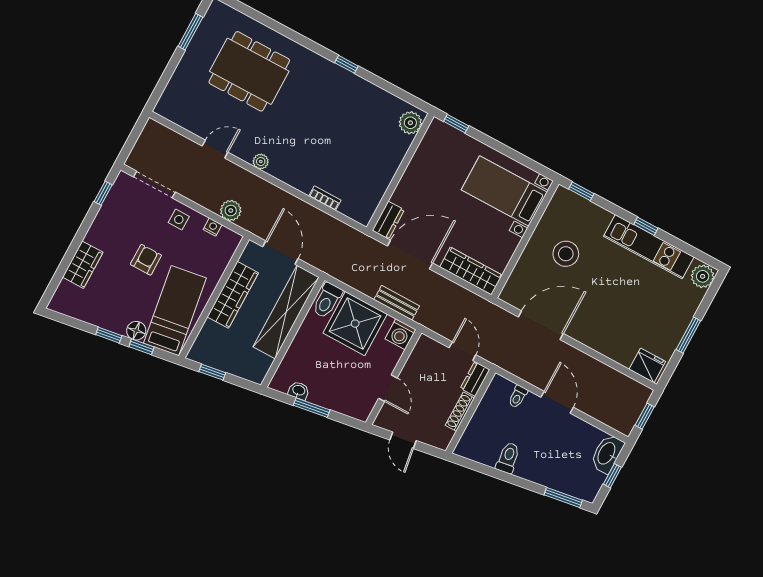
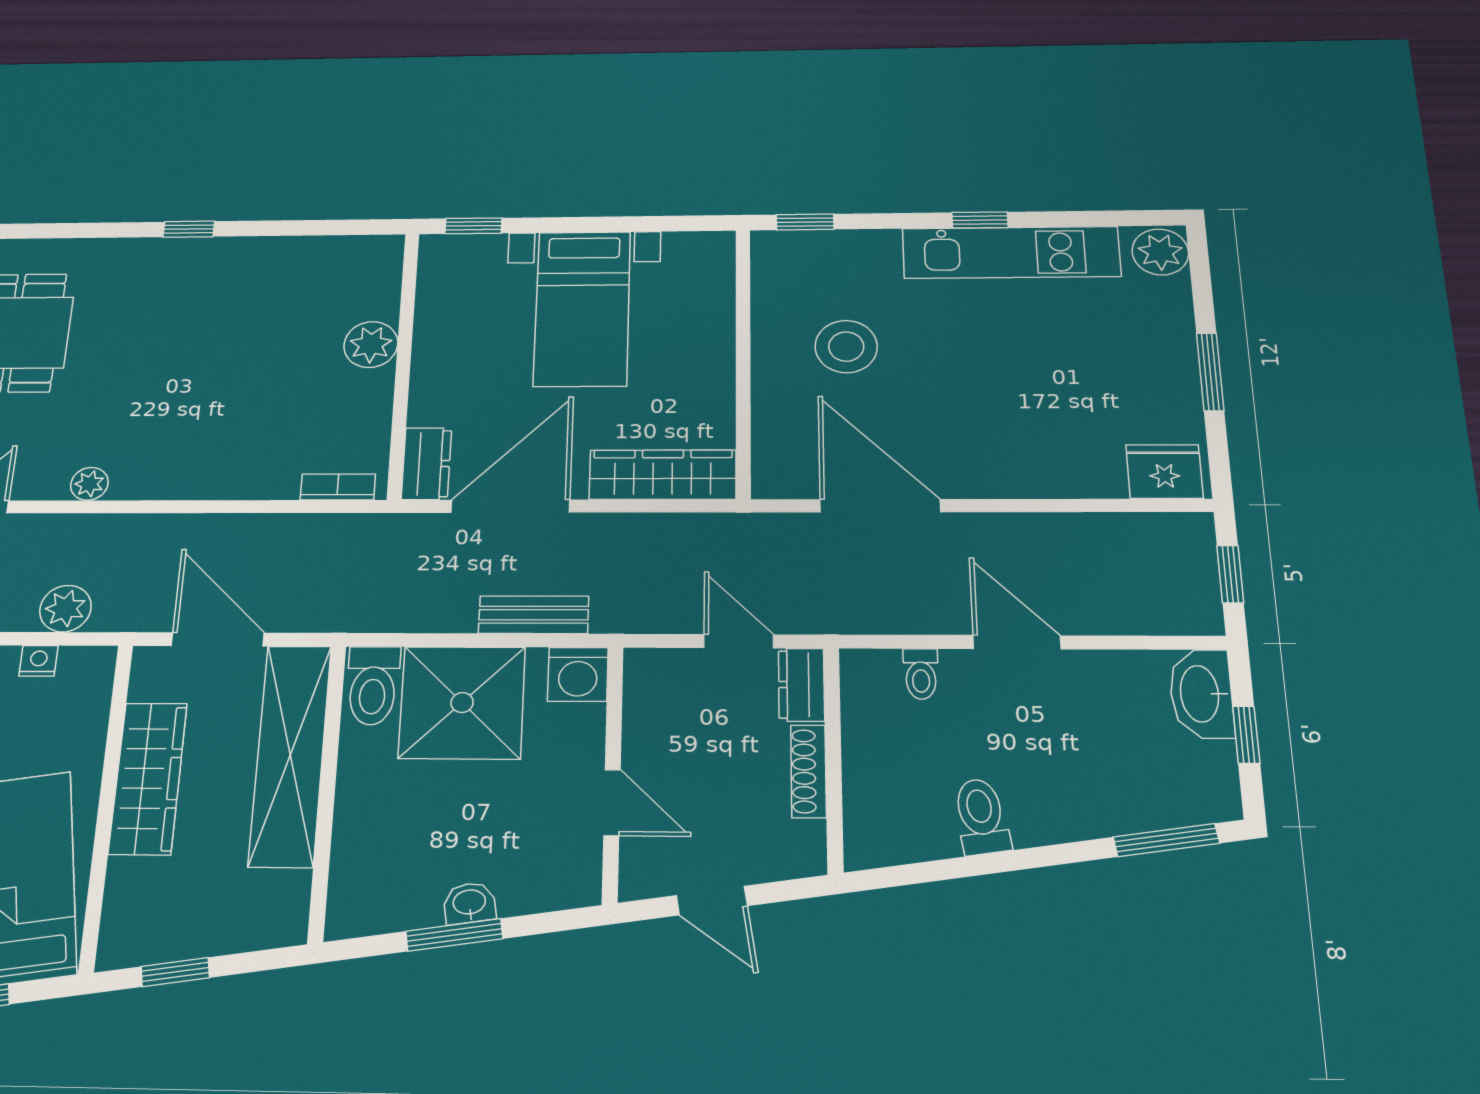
plant: (410, 123) -> (371, 345), moved
bed with nightstands: (504, 191) -> (582, 308), moved, turned -90
bookcase: (325, 198) -> (338, 487), moved
door: (541, 325) -> (880, 506), hinge flipped
washbasin: (299, 391) -> (469, 903), moved

